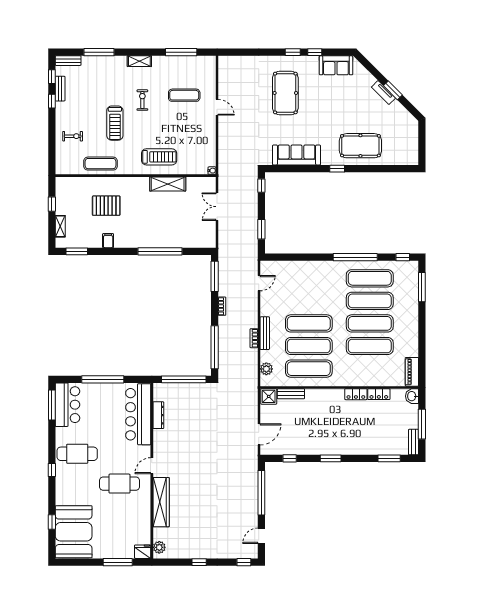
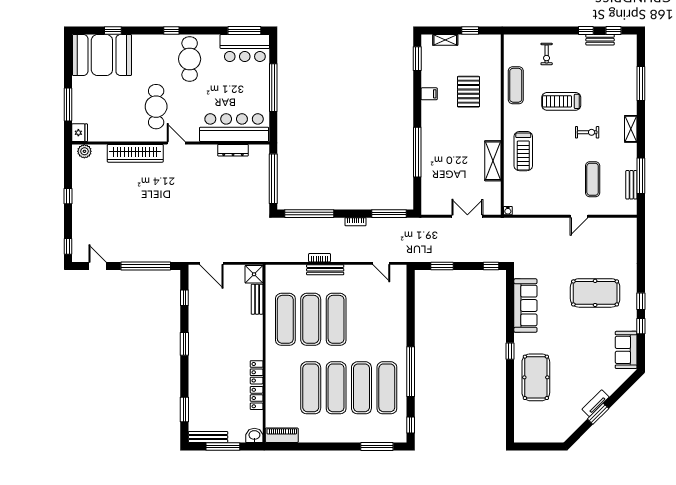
bench: (68, 61) -> (631, 185), moved
plant: (266, 369) -> (285, 272), removed
bench: (413, 442) -> (208, 437), width x1.36

